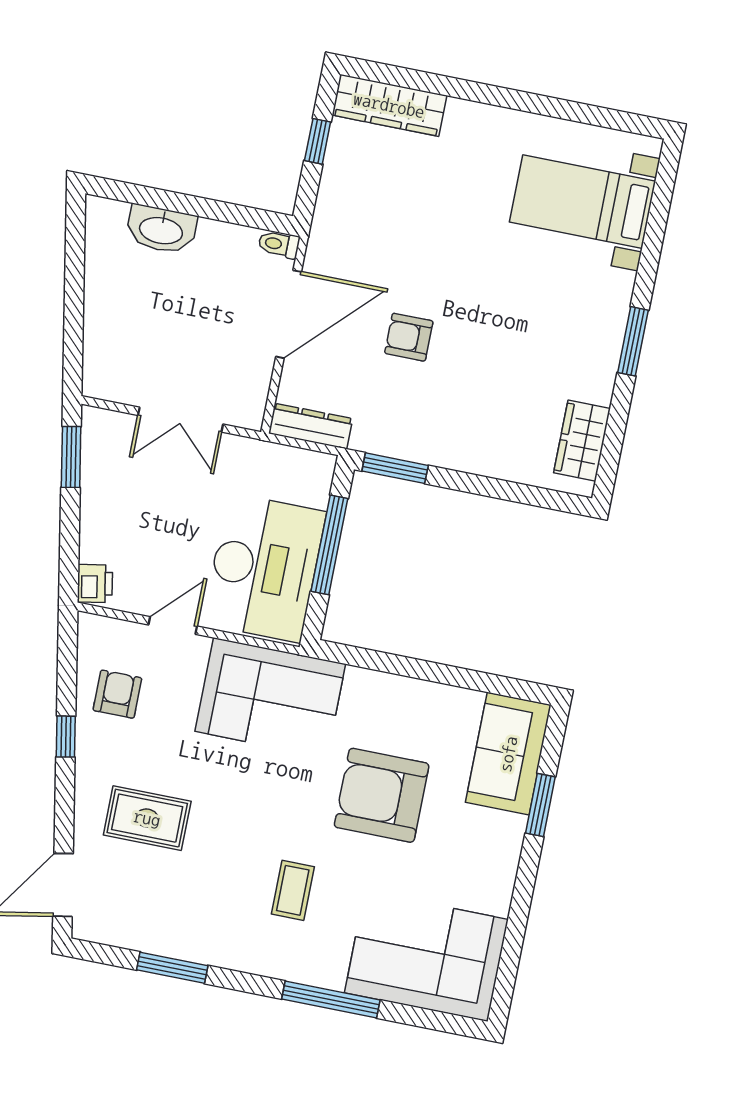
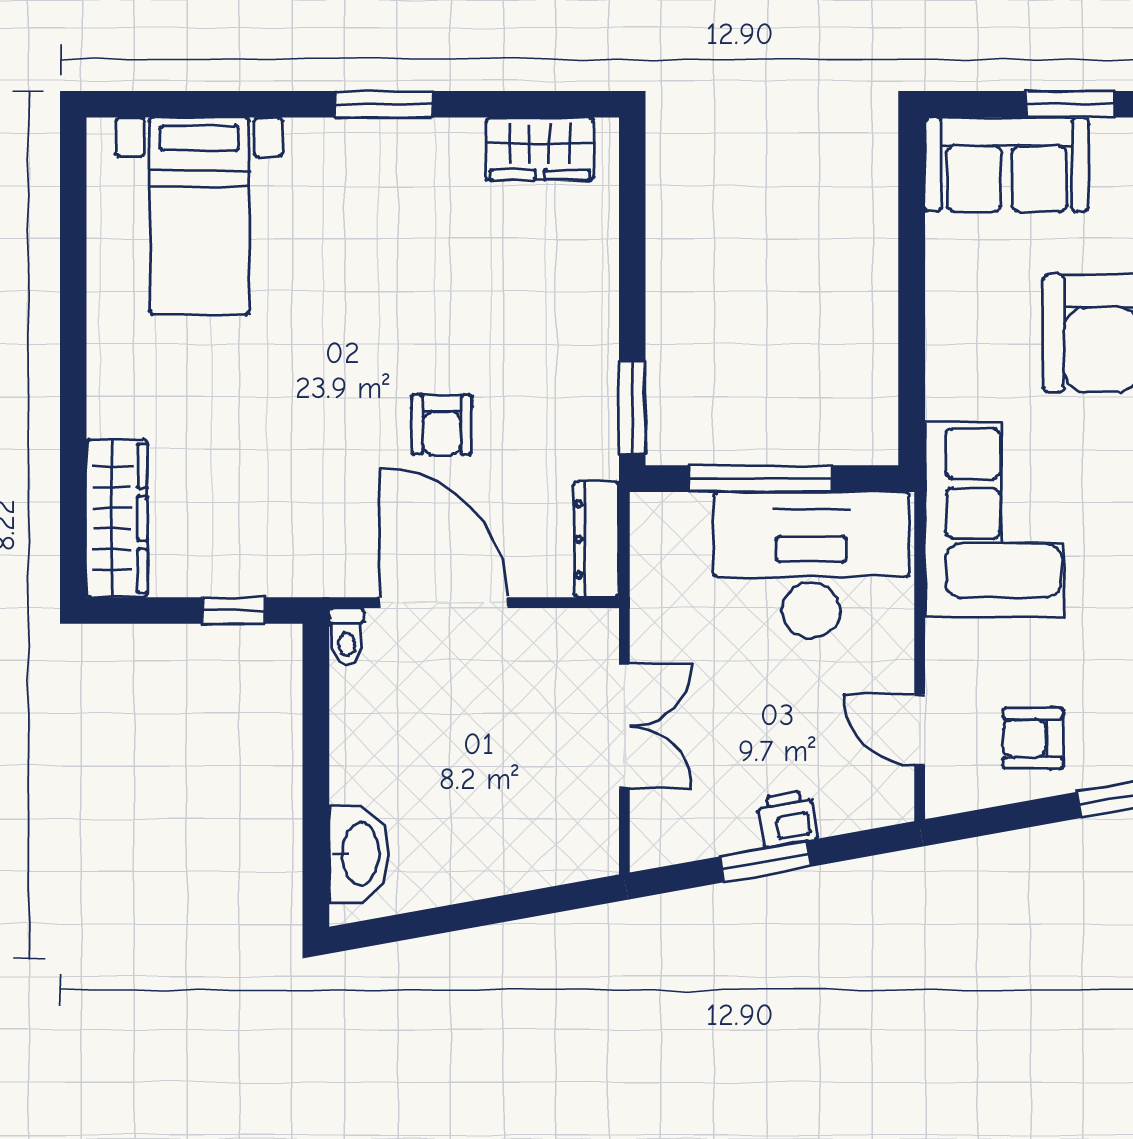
window: (318, 141) -> (233, 610), moved
washbasin: (161, 229) -> (359, 854), moved
window: (71, 457) -> (766, 861), moved
printer: (95, 583) -> (787, 819), moved
door: (173, 625) -> (920, 730), moved

